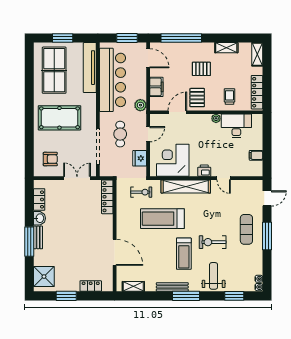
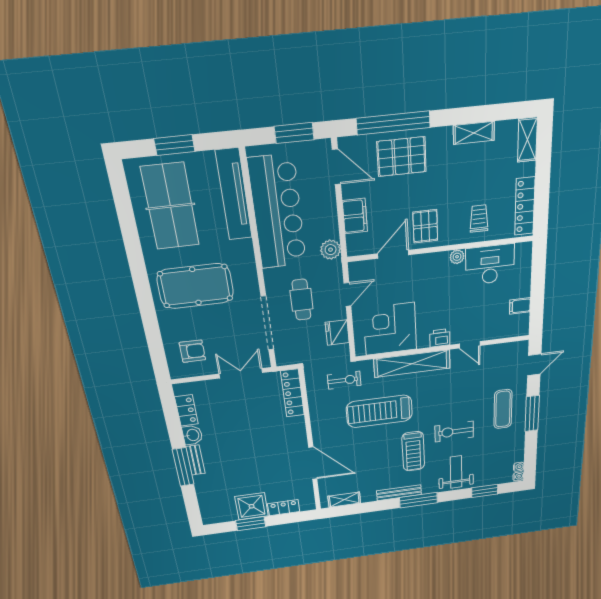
pallet: (201, 69) -> (402, 157), moved, width x1.50, depth x1.42
shower: (44, 277) -> (252, 506), moved

